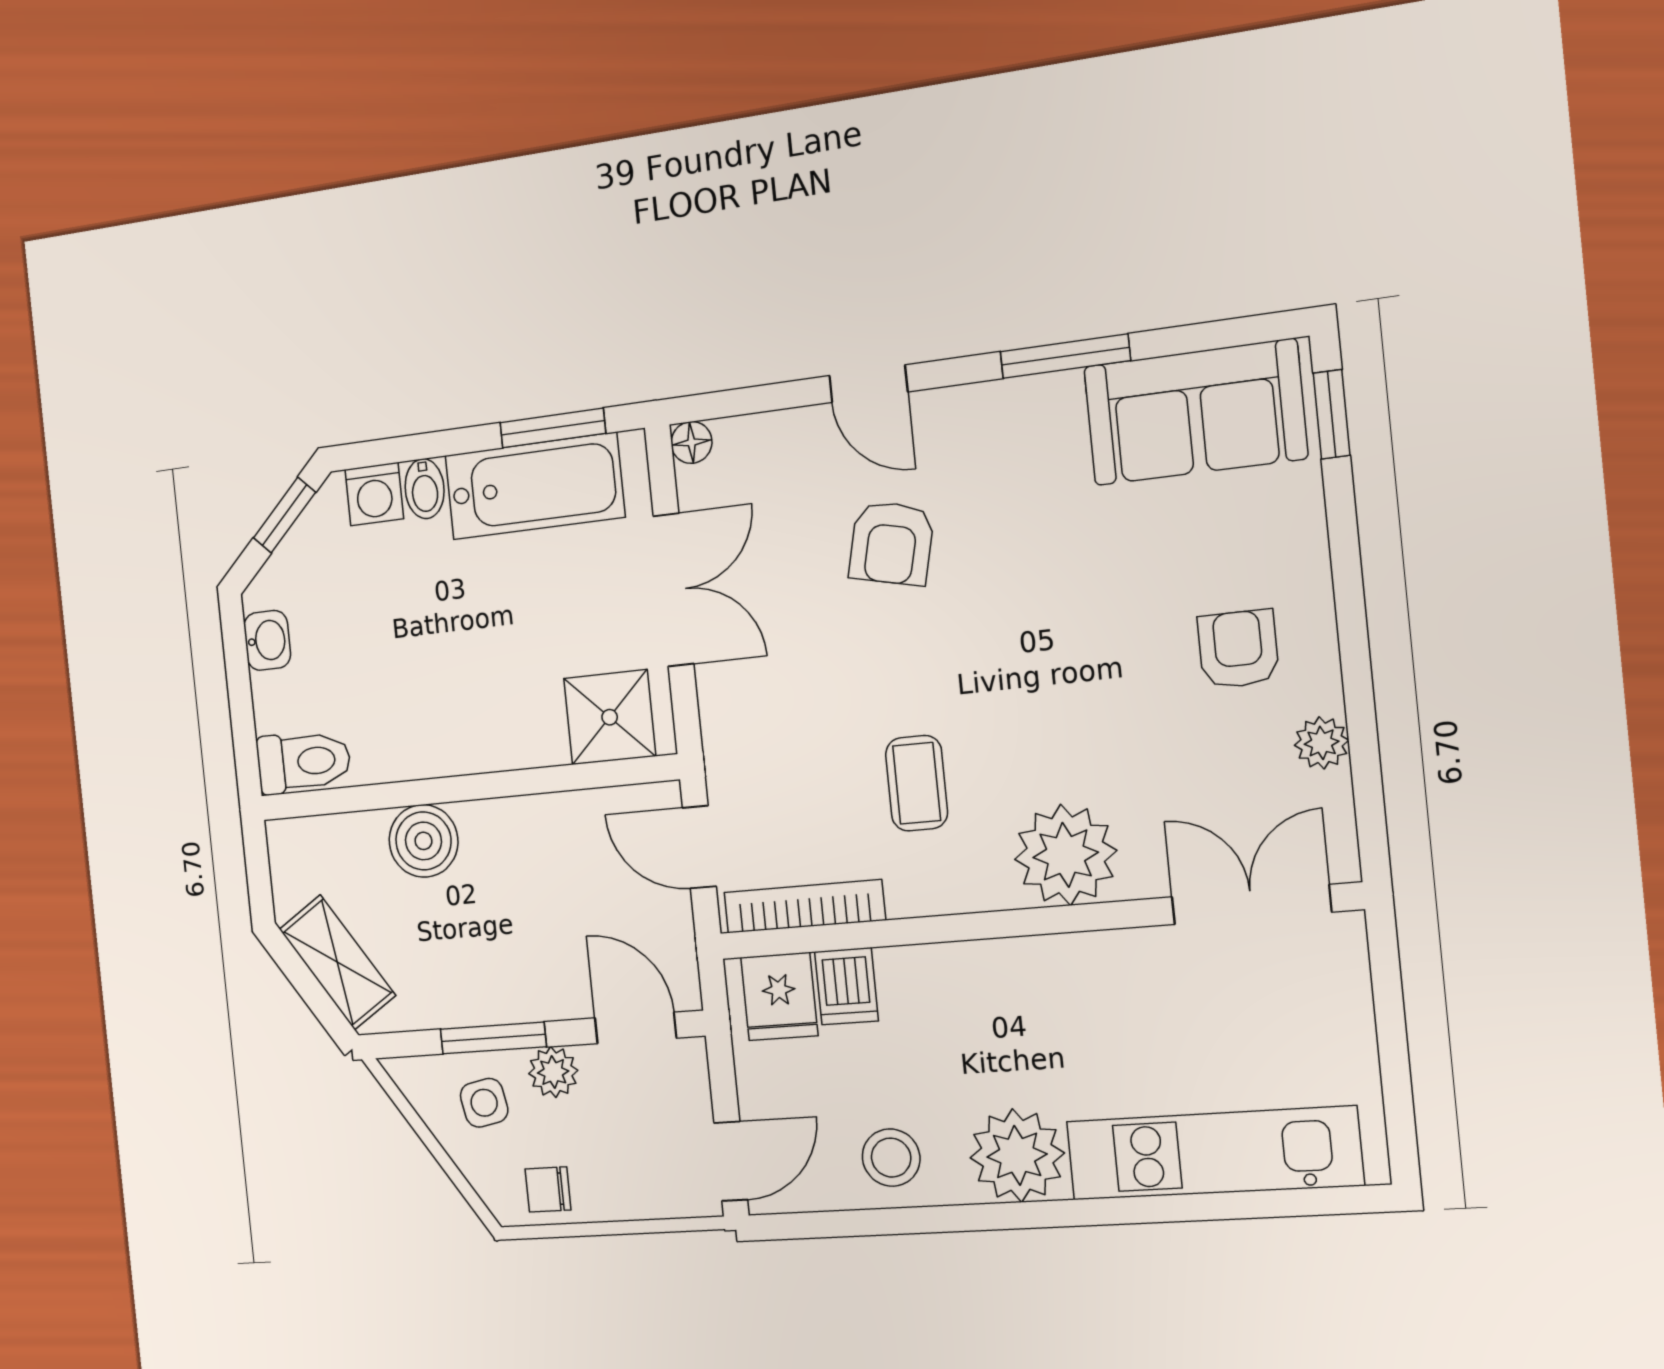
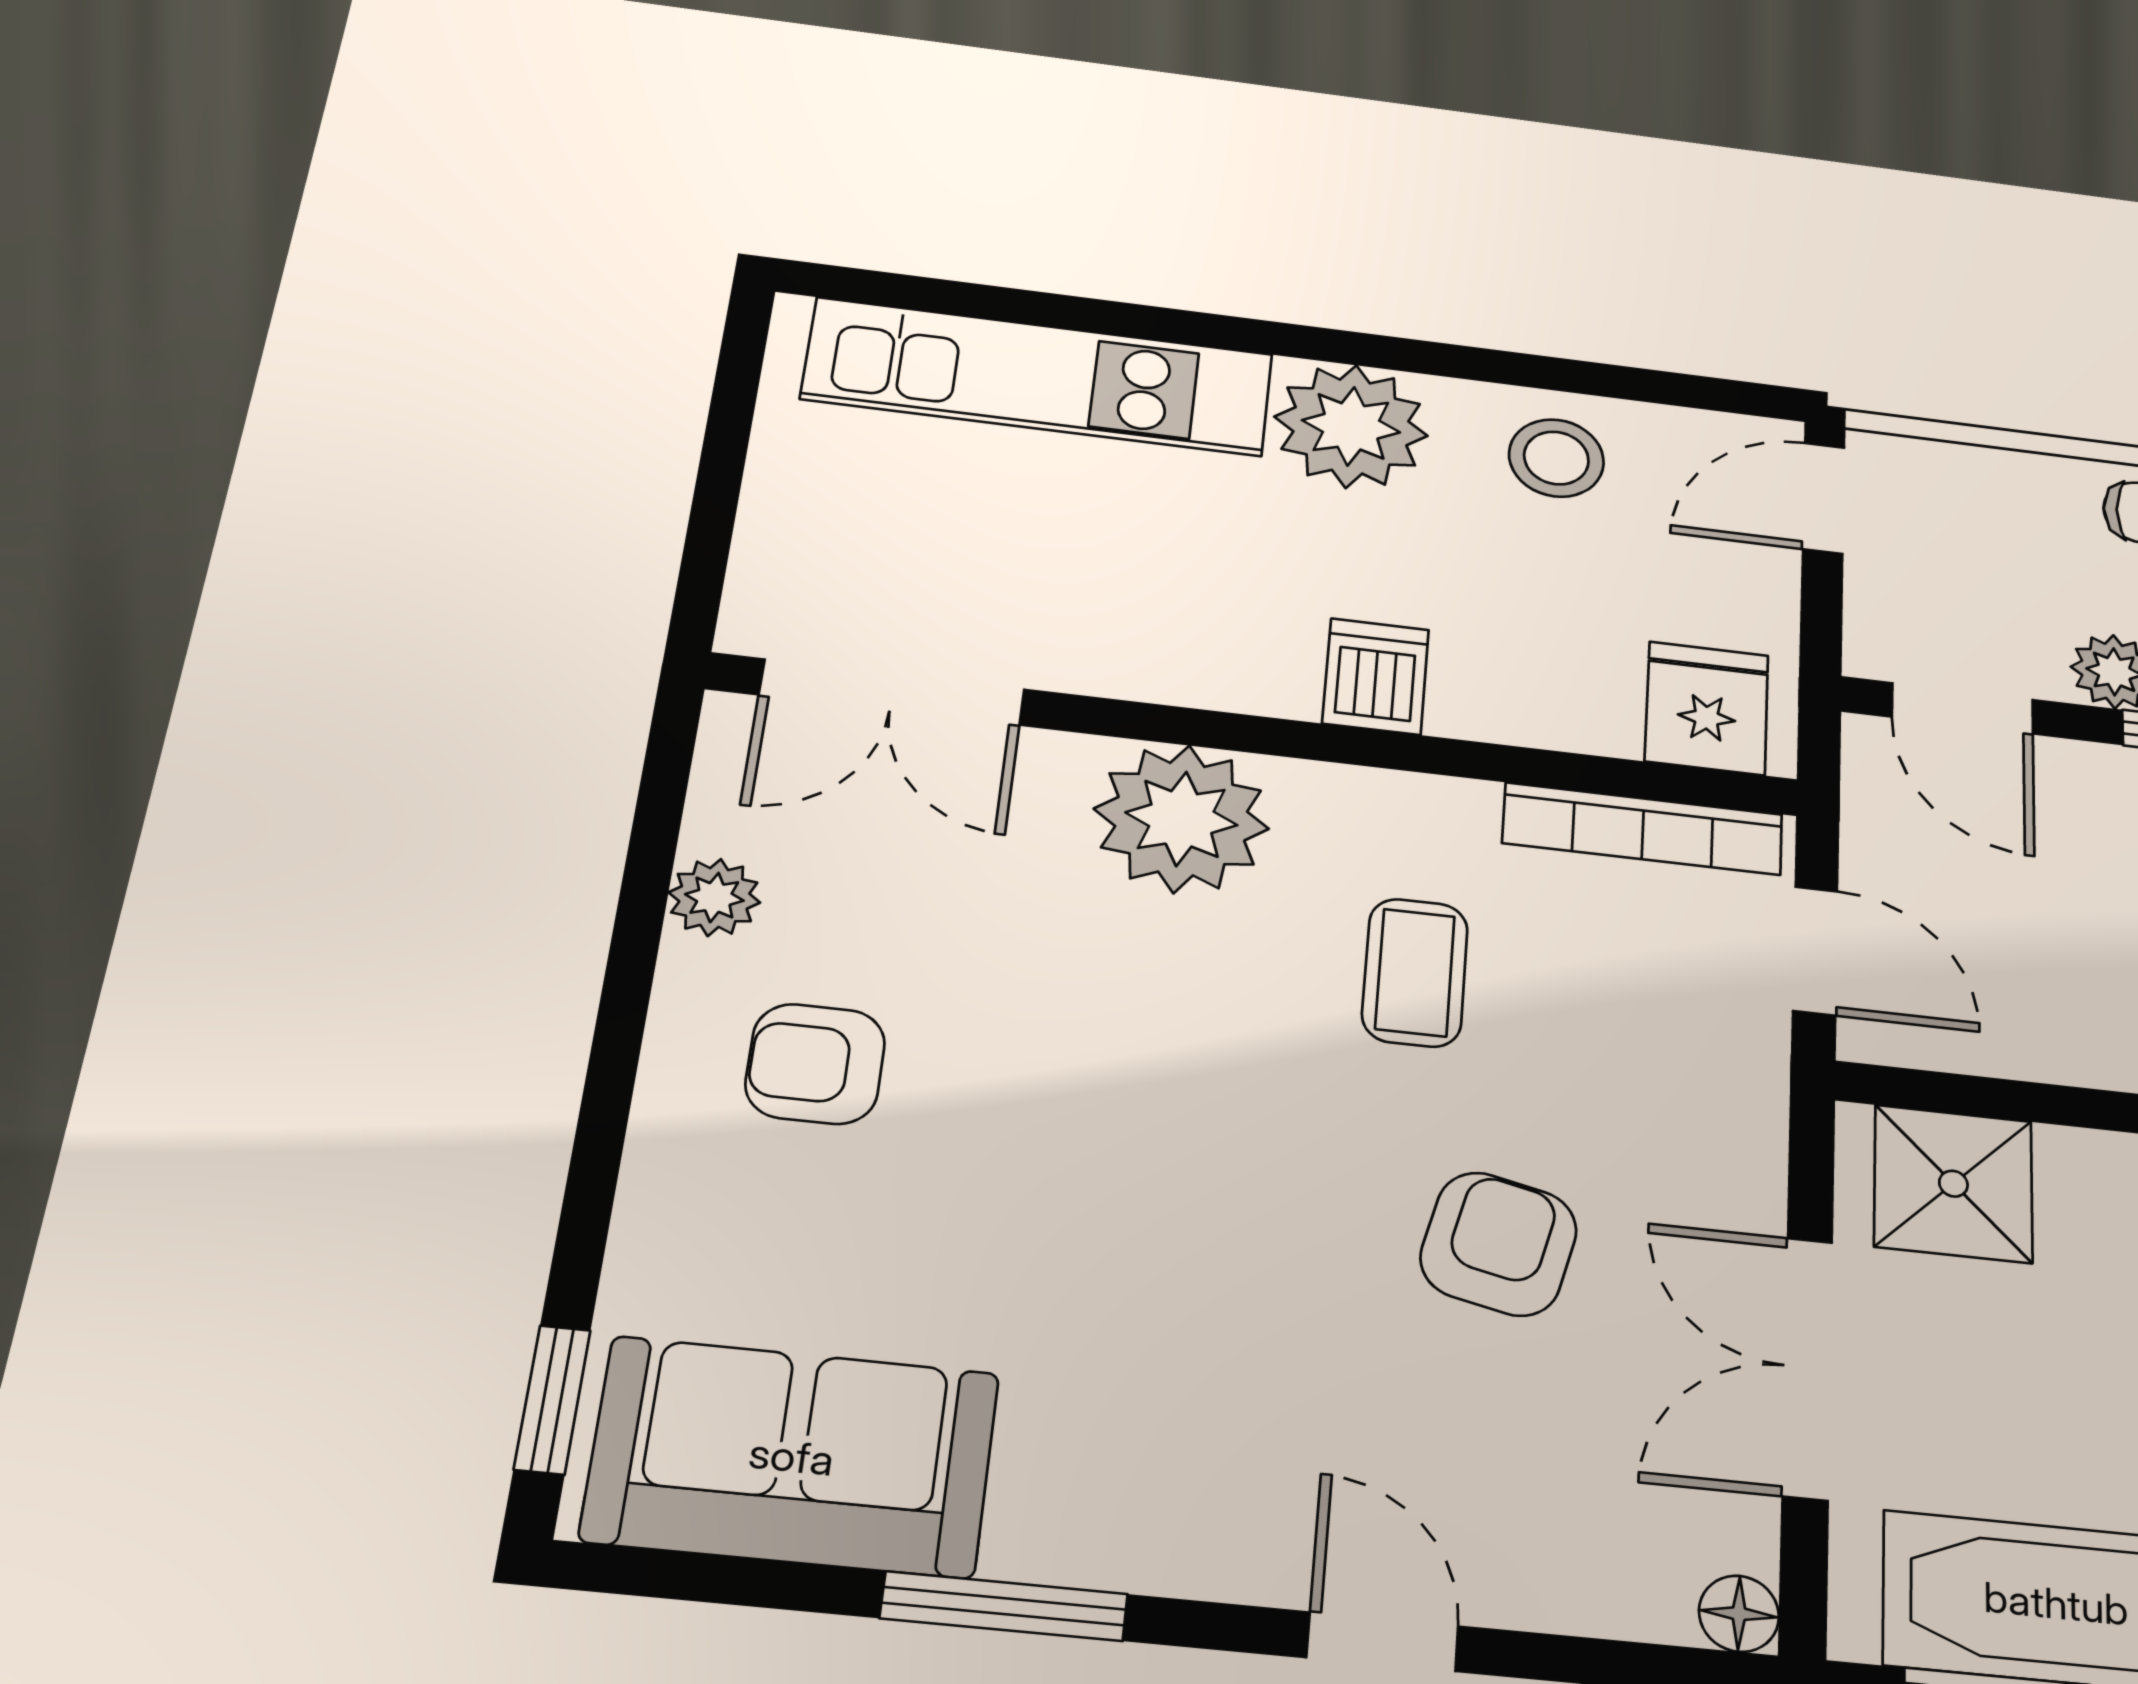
armchair: (891, 543) -> (1499, 1244), moved
armchair: (1238, 649) -> (815, 1064), turned 90
dishwasher: (846, 986) -> (1376, 676), moved

